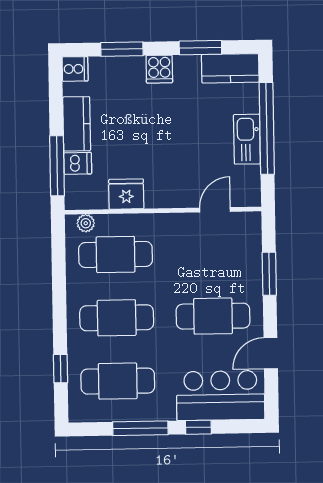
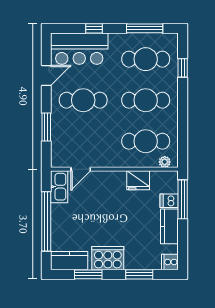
cooker: (159, 69) -> (108, 258), width x1.87, depth x1.31
kitchen sink: (247, 139) -> (59, 187), moved
window: (140, 428) -> (145, 28), moved

